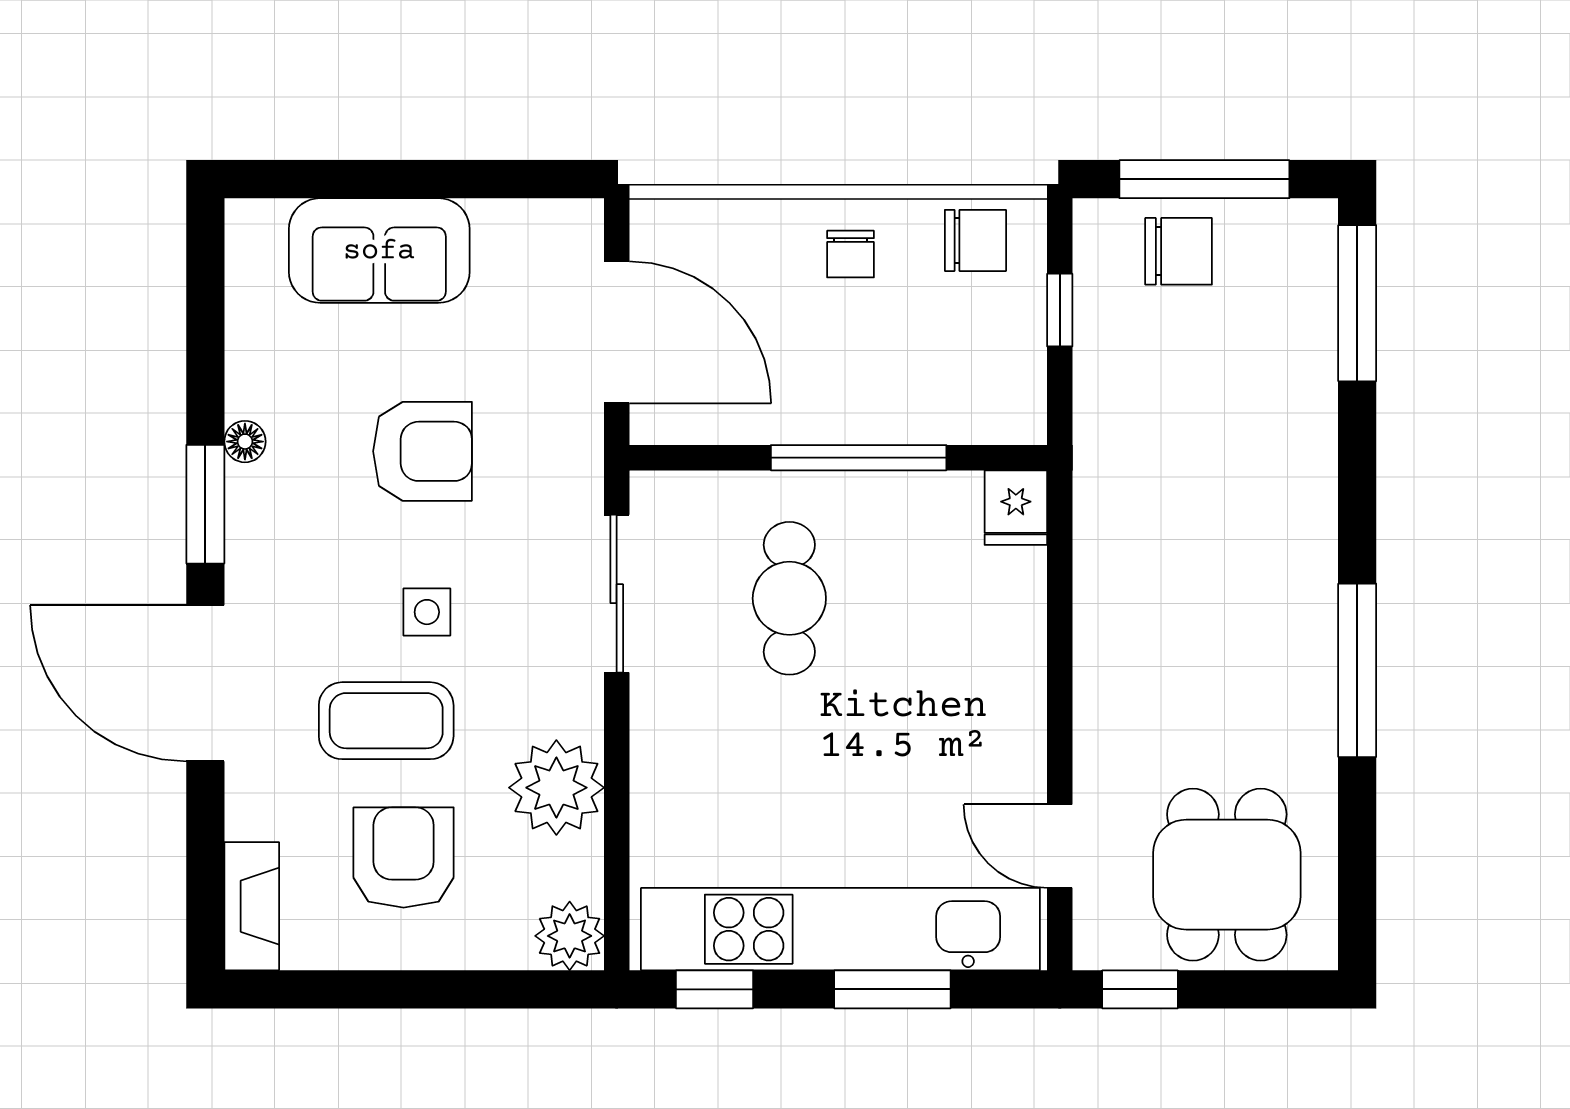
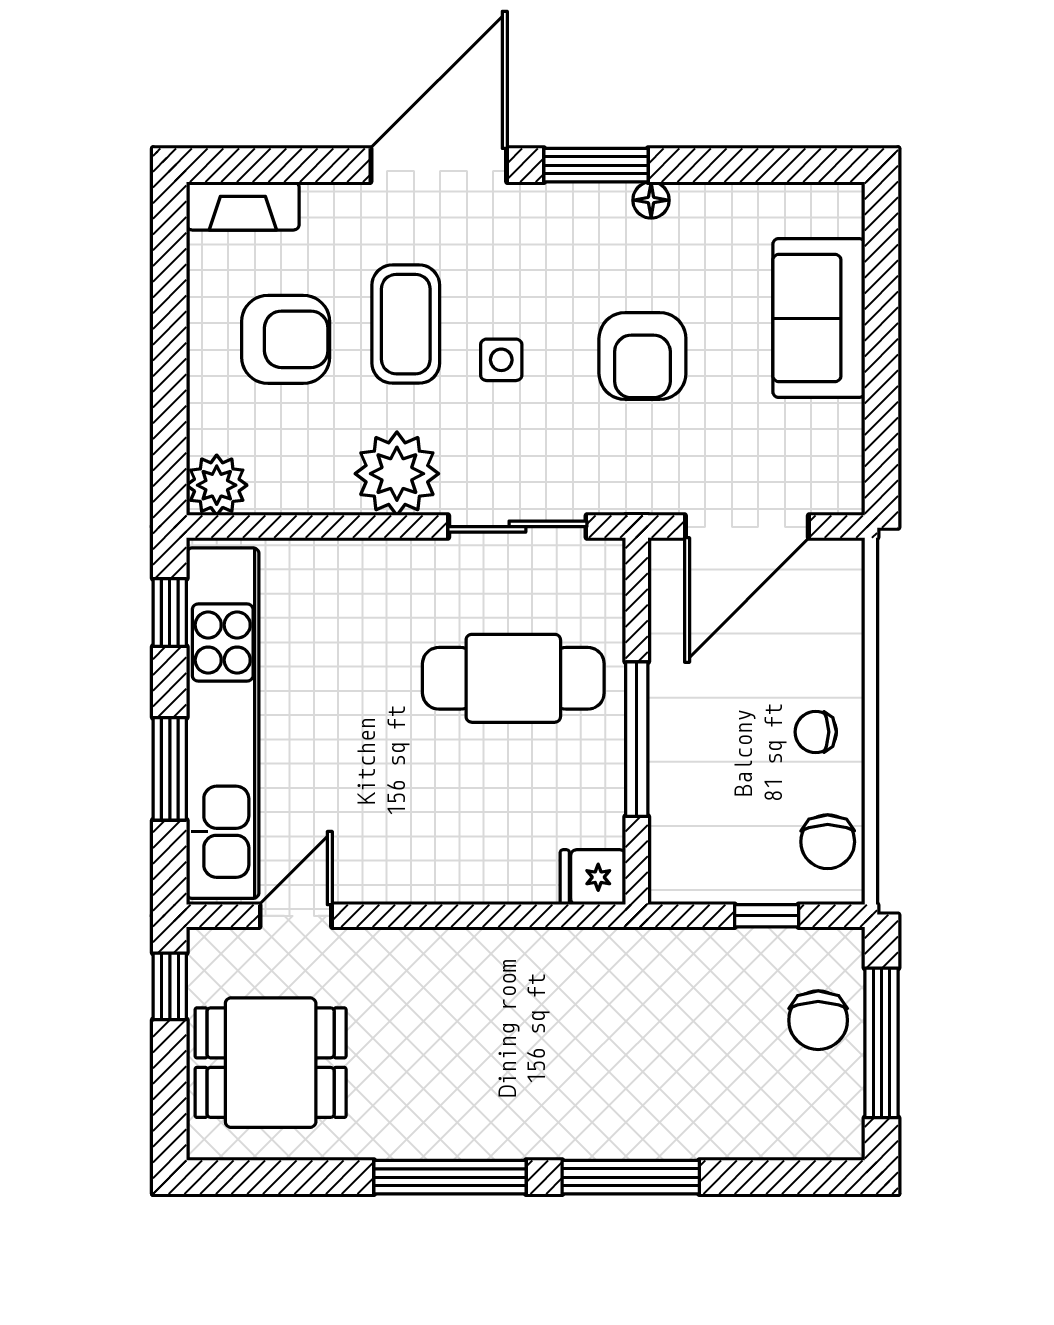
window: (1357, 303) -> (631, 1177), moved
cafe table: (789, 598) -> (513, 678), width x1.37, depth x1.35
plant: (556, 788) -> (397, 474), moved

